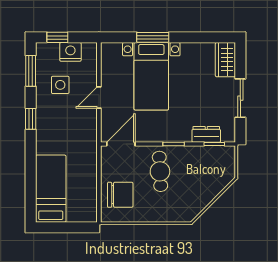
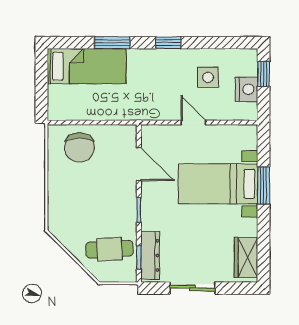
wardrobe: (225, 60) -> (246, 257), moved, turned -90
window: (31, 71) -> (112, 43), moved
dresser: (206, 134) -> (150, 255), width x1.44
door: (121, 144) -> (139, 164), moved
cafe table: (160, 171) -> (109, 249), moved

